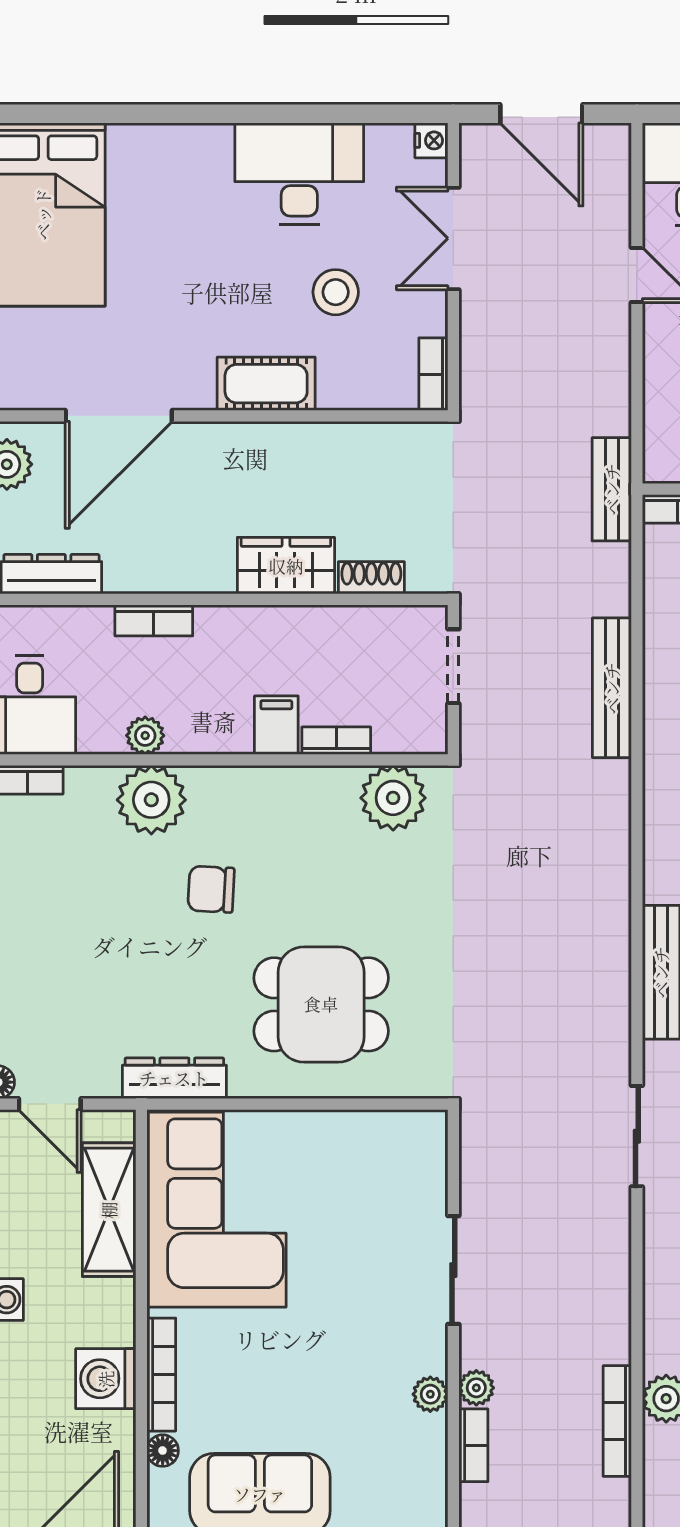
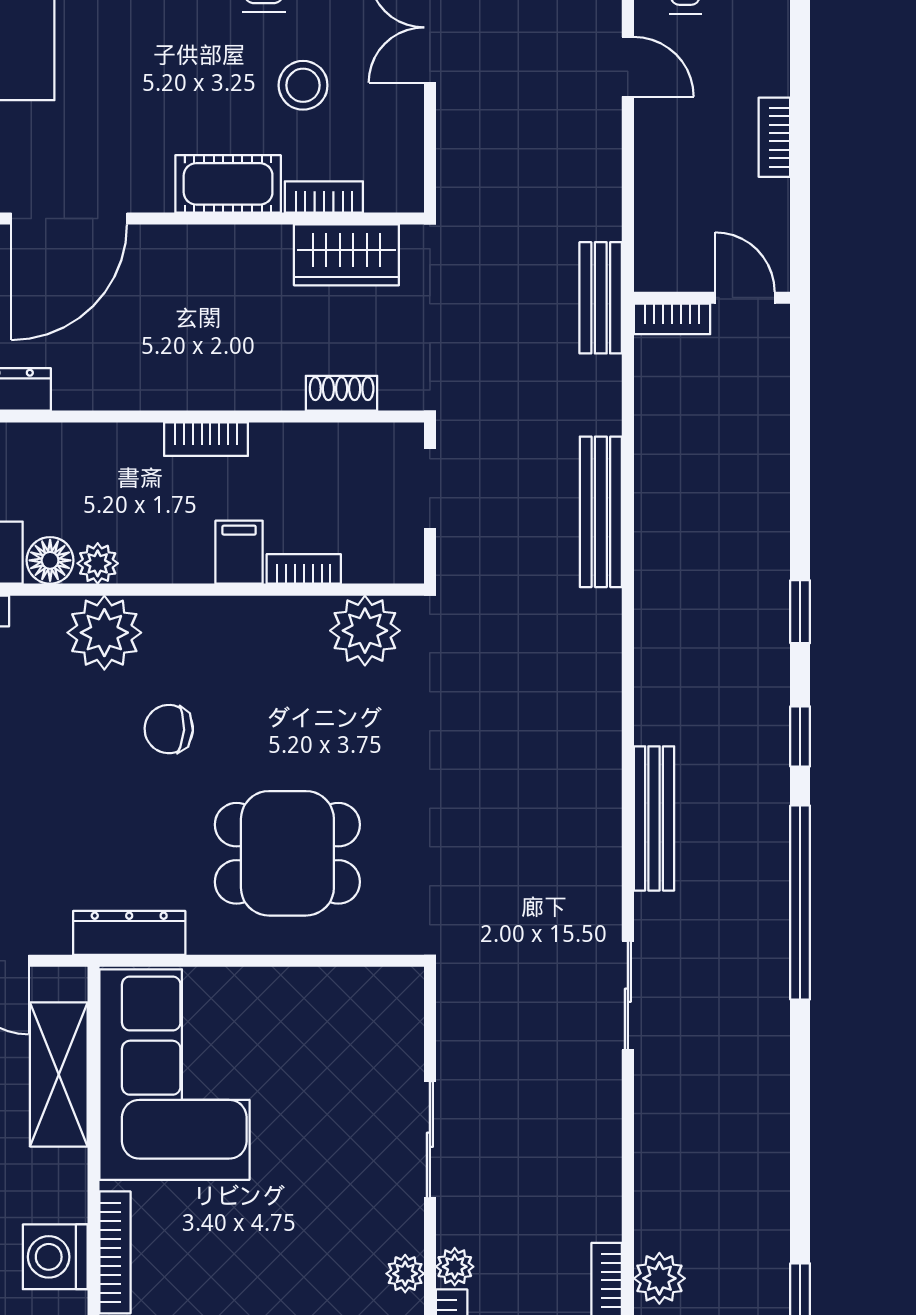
bookcase: (433, 374) -> (324, 197), moved, turned 90
wardrobe: (286, 566) -> (346, 255), moved, turned 180
bookcase: (154, 620) -> (206, 439), moved
floor lamp: (101, 733) -> (50, 560), added

